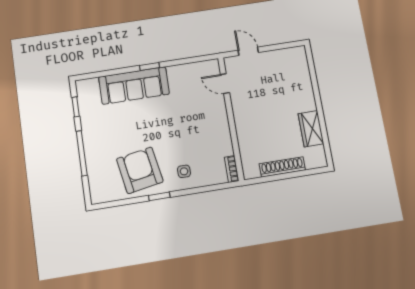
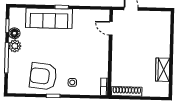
floor lamp: (87, 116) -> (14, 33), added
plant: (91, 134) -> (15, 46), added
shoe rack: (282, 167) -> (127, 91), moved
armchair: (140, 170) -> (43, 76), turned -74

